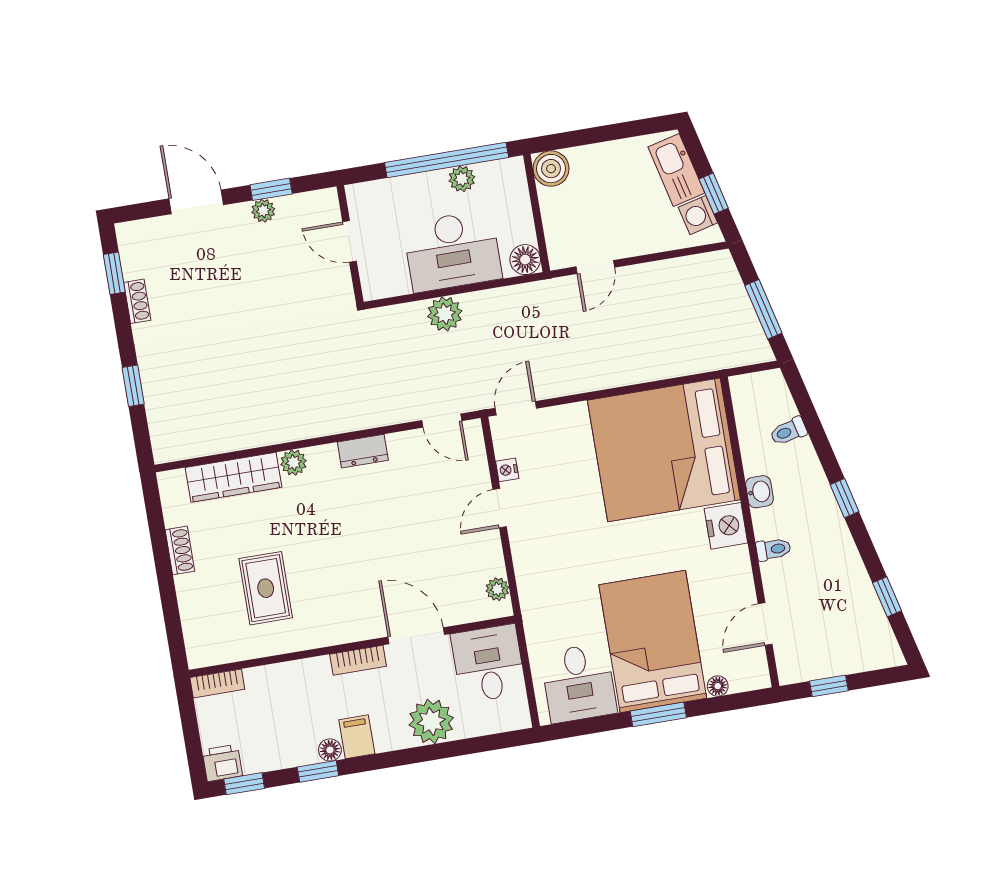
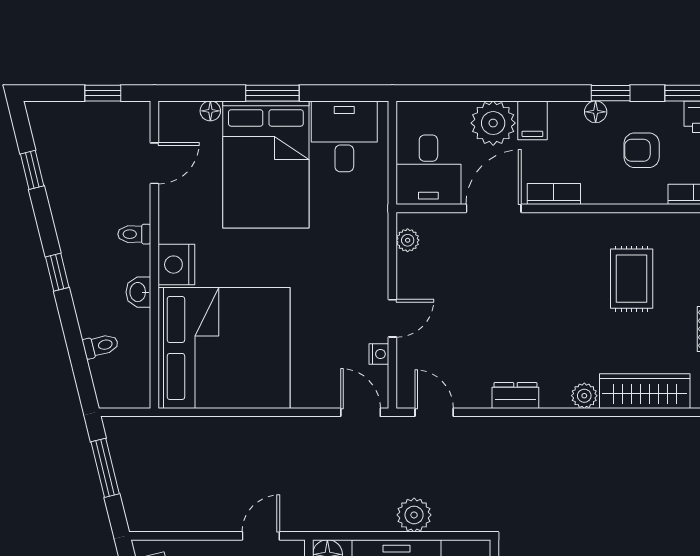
door: (516, 408) -> (361, 412), swing flipped
door: (416, 636) -> (494, 208), swing flipped
armchair: (277, 719) -> (642, 150), added
filing cabinet: (357, 737) -> (532, 120), moved

